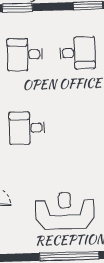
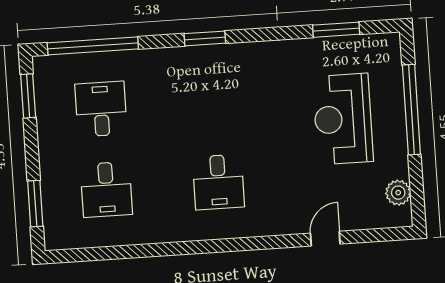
plant: (15, 245) -> (398, 193), added

